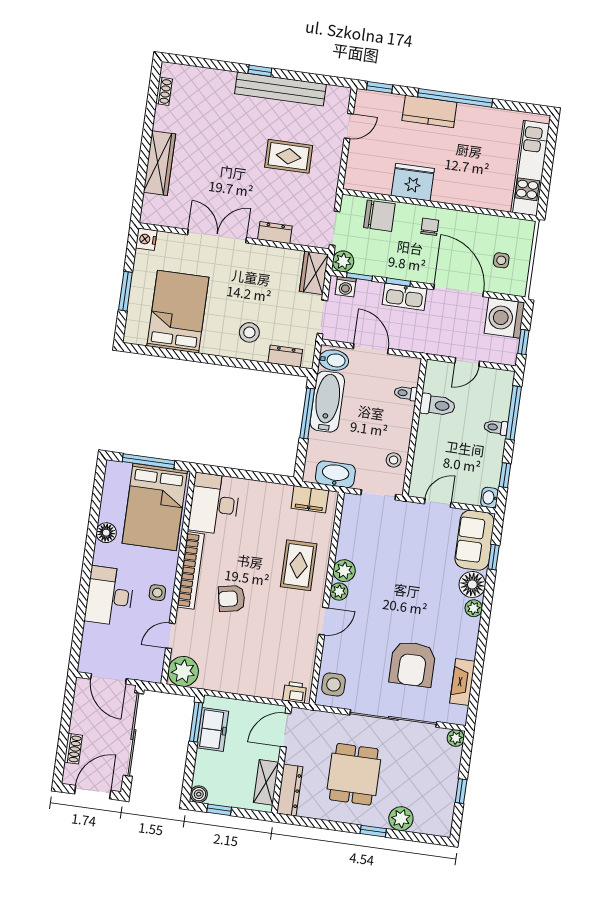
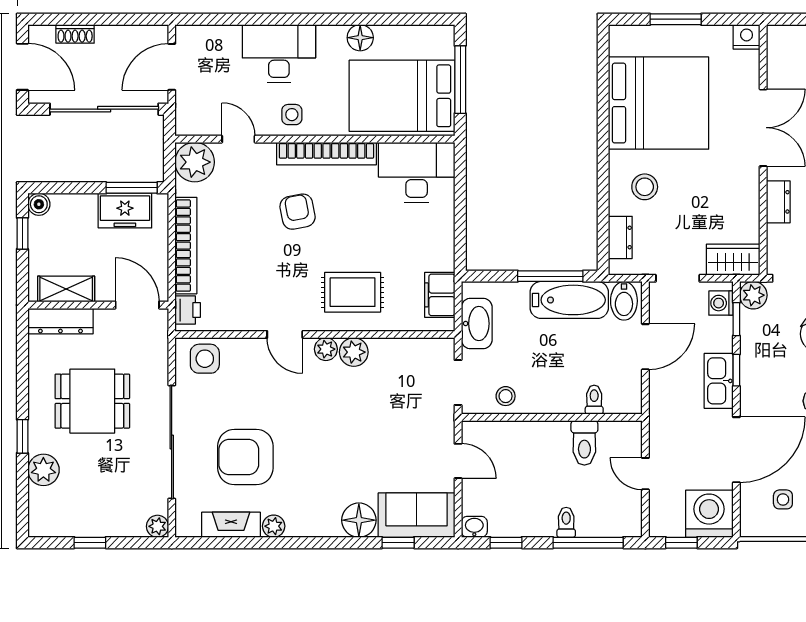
bed: (178, 312) -> (659, 103), width x1.36
plant: (474, 608) -> (274, 526), moved
bookcase: (246, 687) -> (186, 246), added

